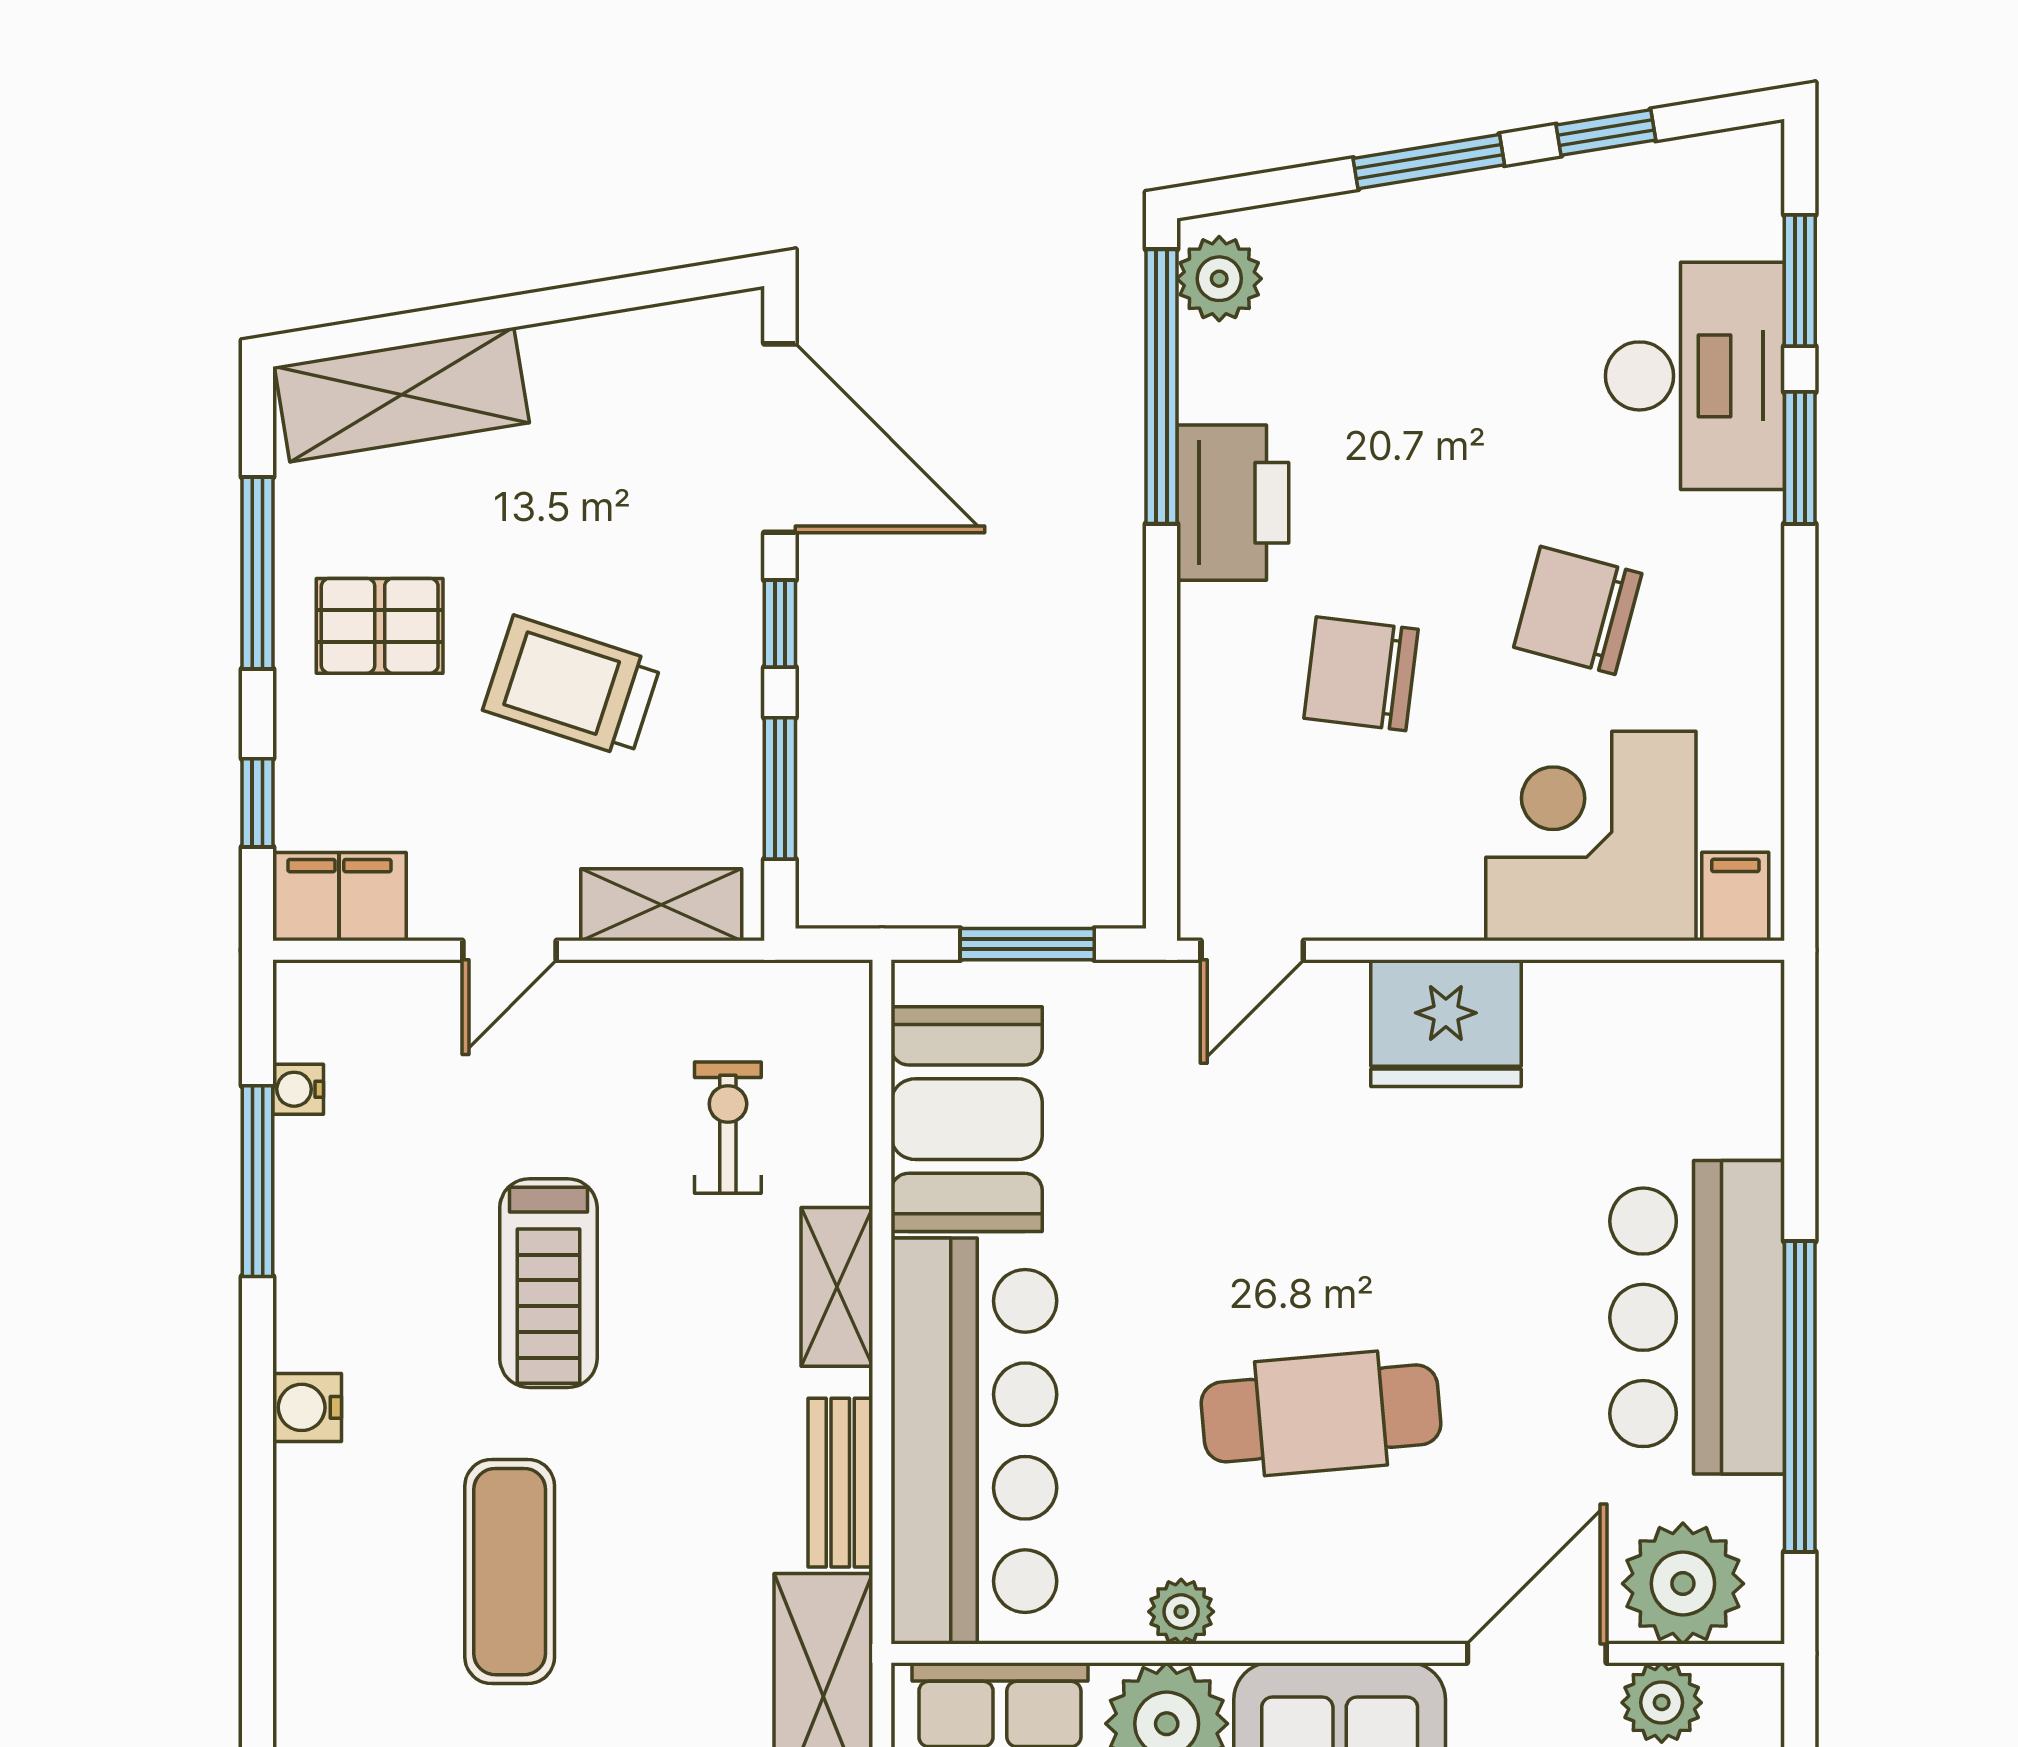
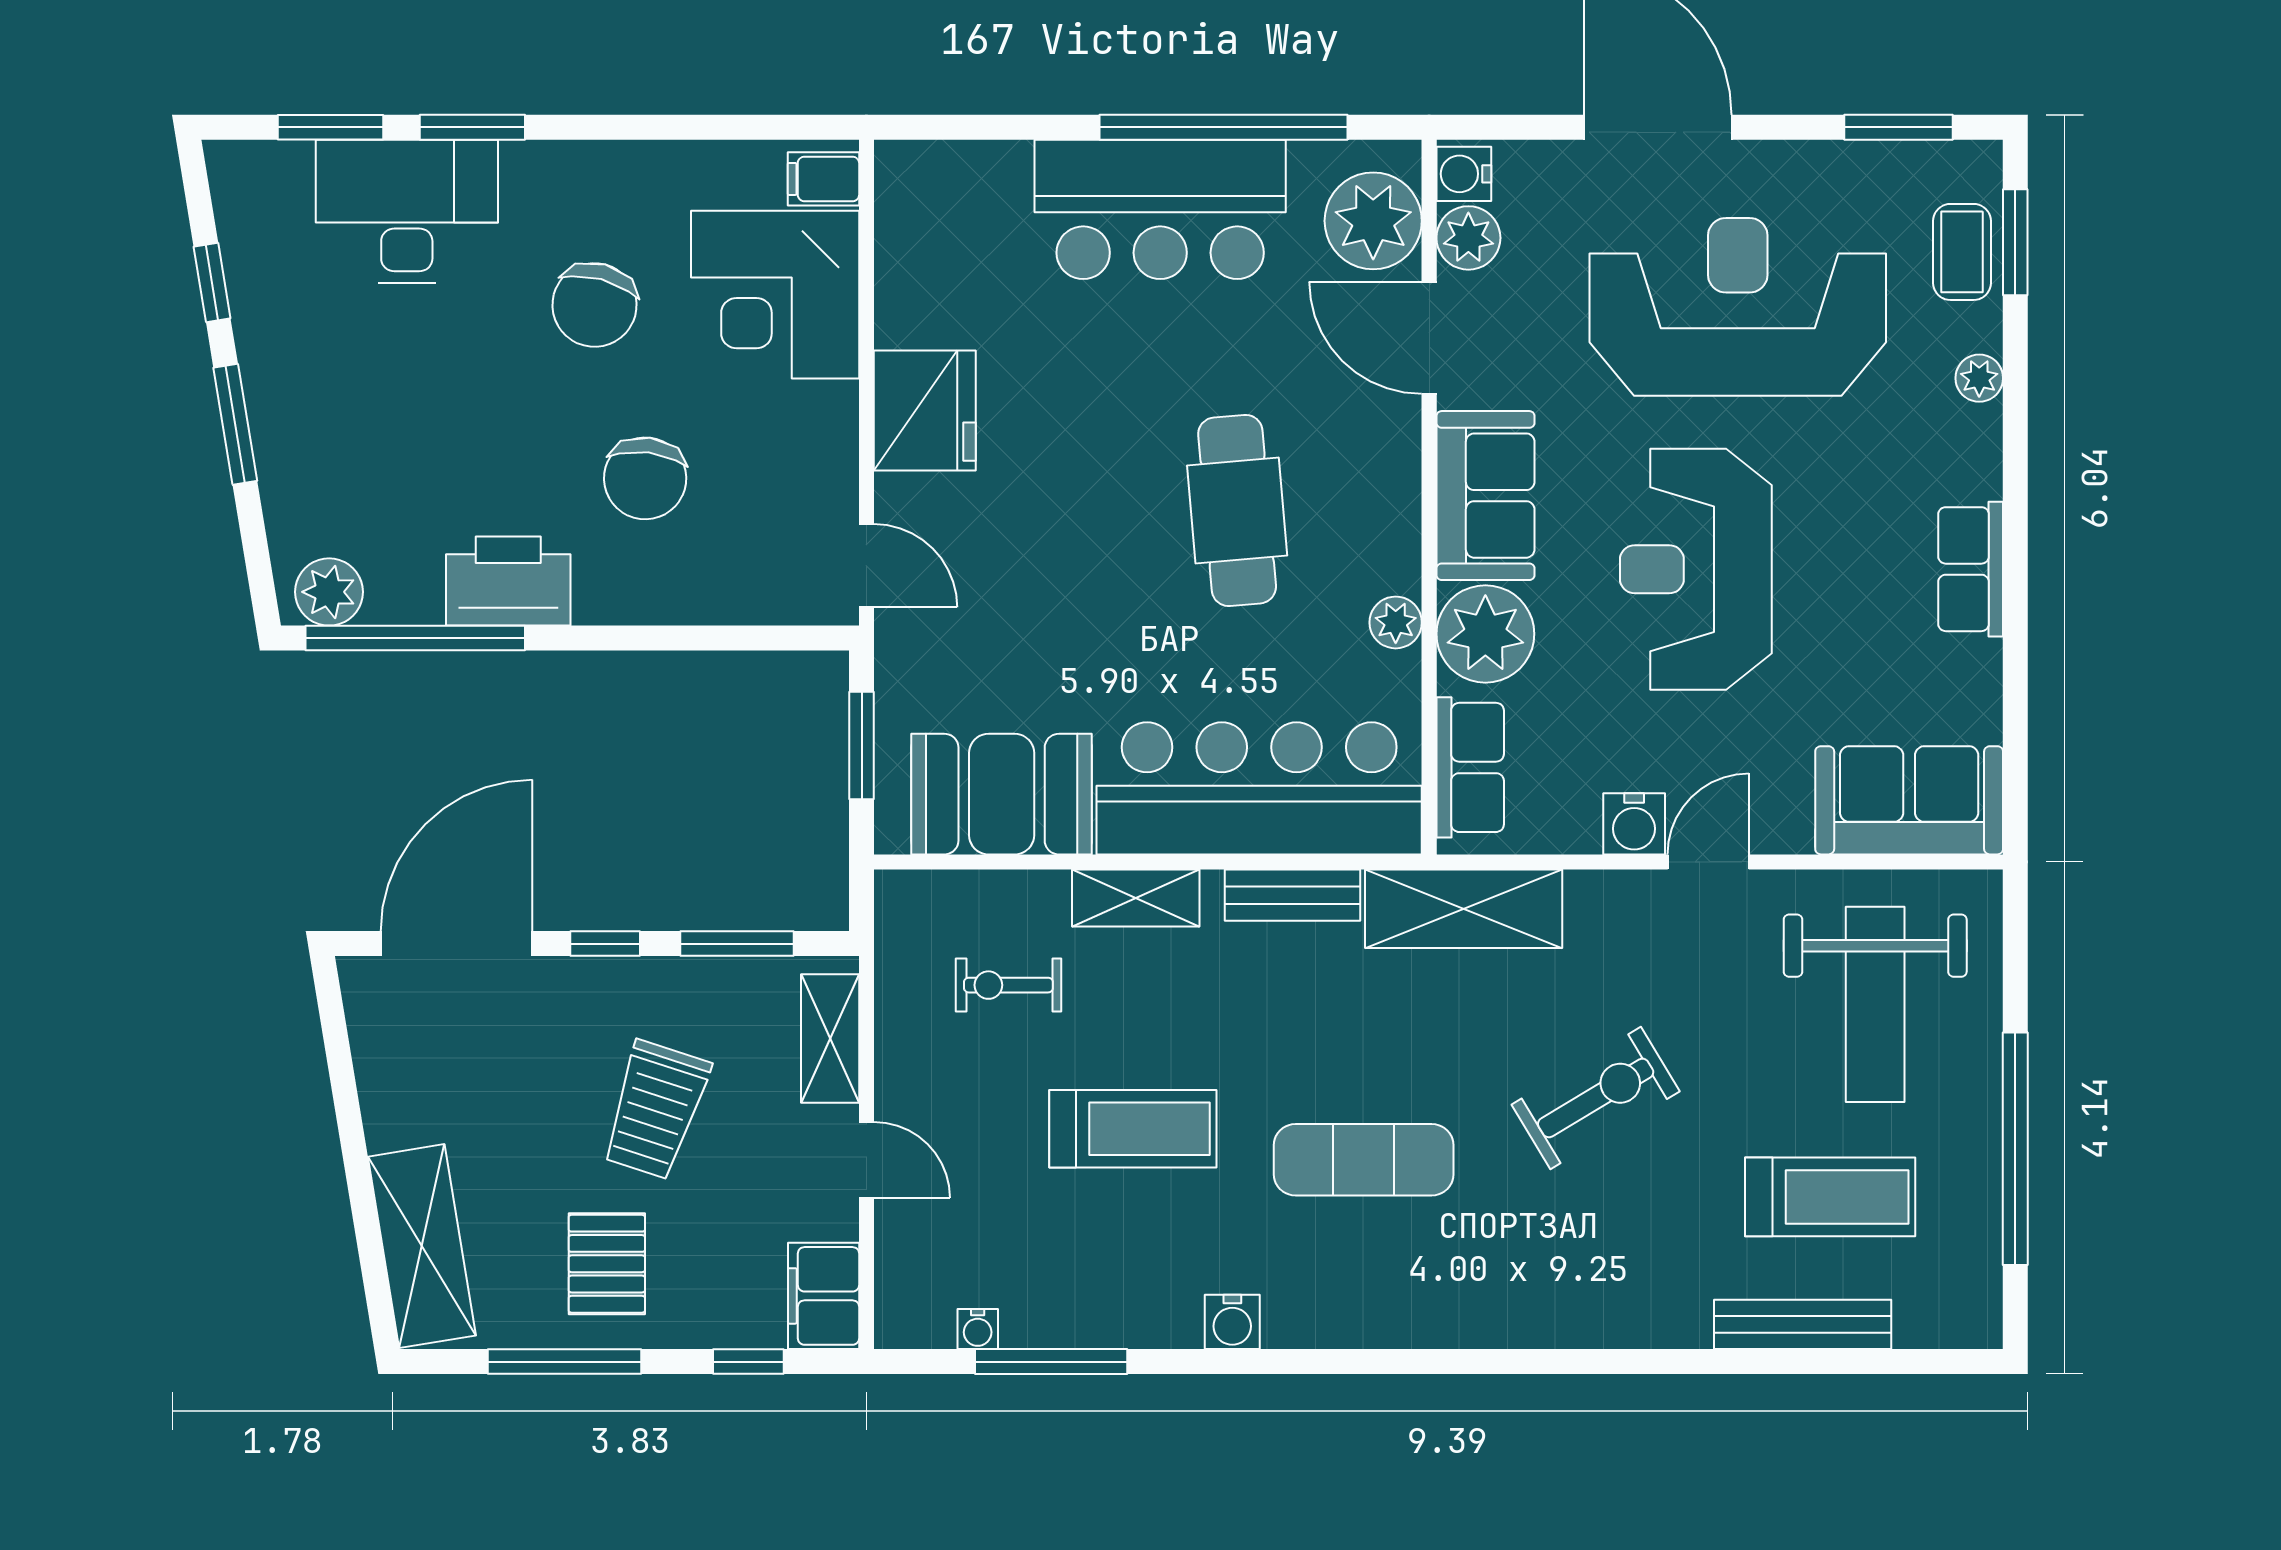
water cooler: (1742, 1697) -> (1464, 174), added

